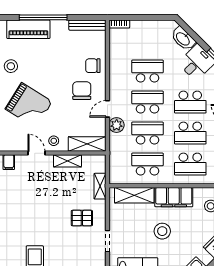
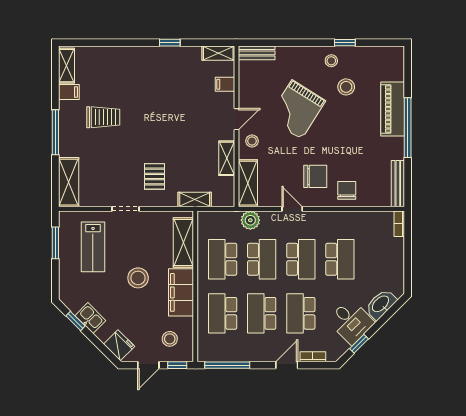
plant: (117, 125) -> (250, 220), moved
school desk: (147, 164) -> (223, 259), turned 180

